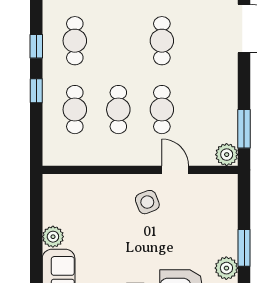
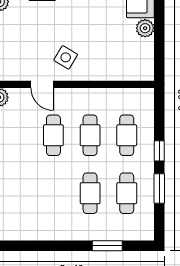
cafe table: (162, 41) -> (90, 193), moved
window: (36, 46) -> (159, 188), width x1.50
side table: (147, 202) -> (66, 57), turned -38

